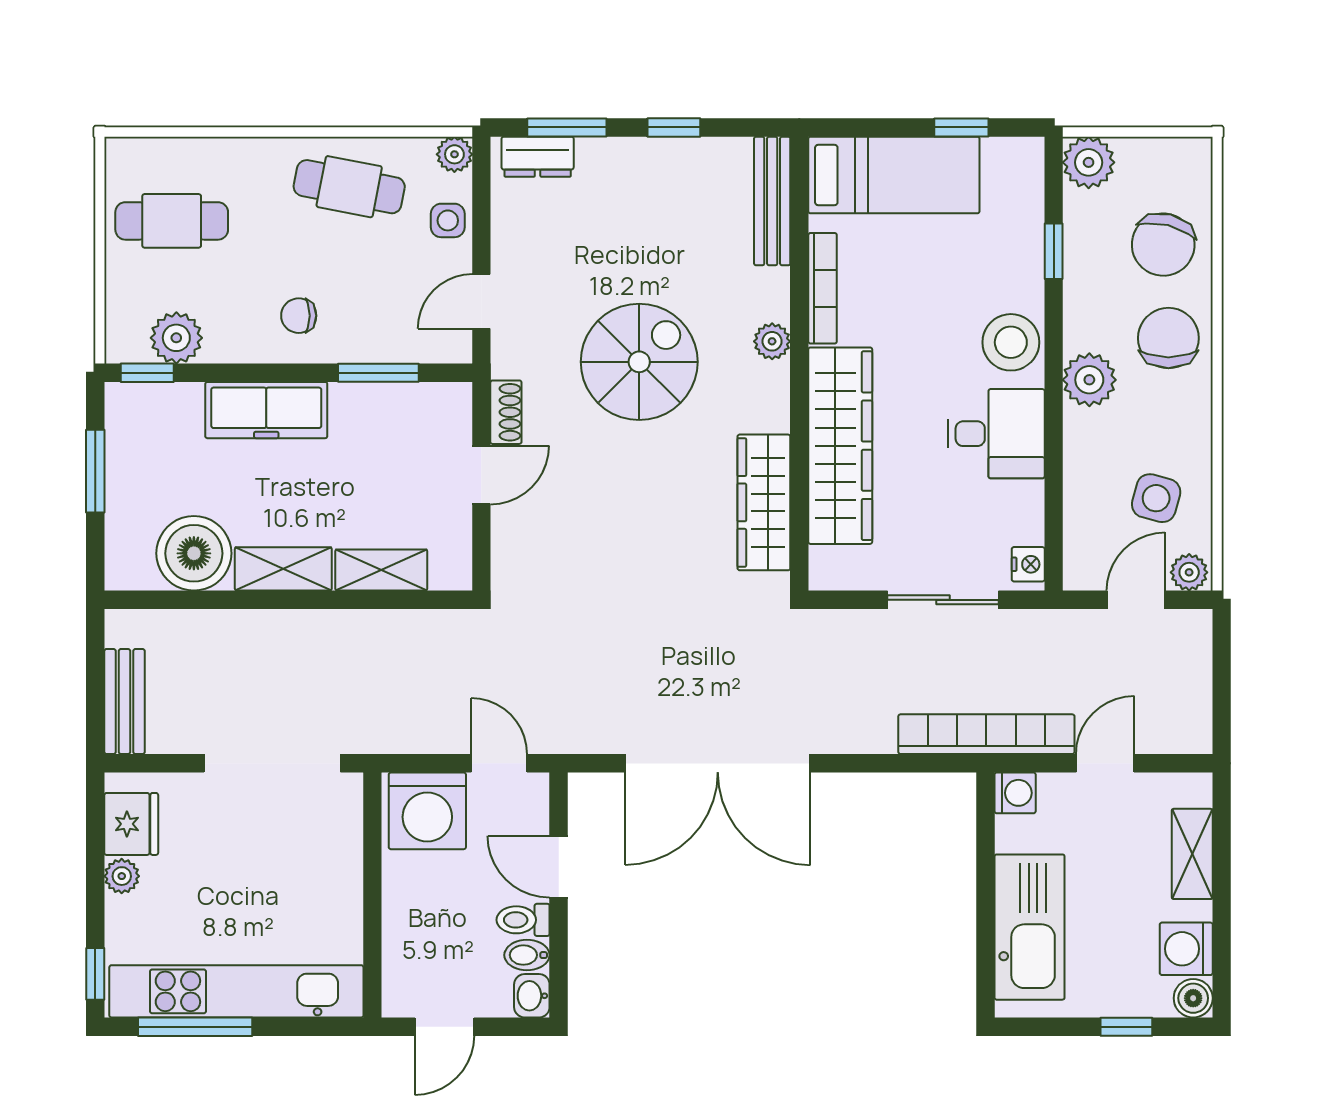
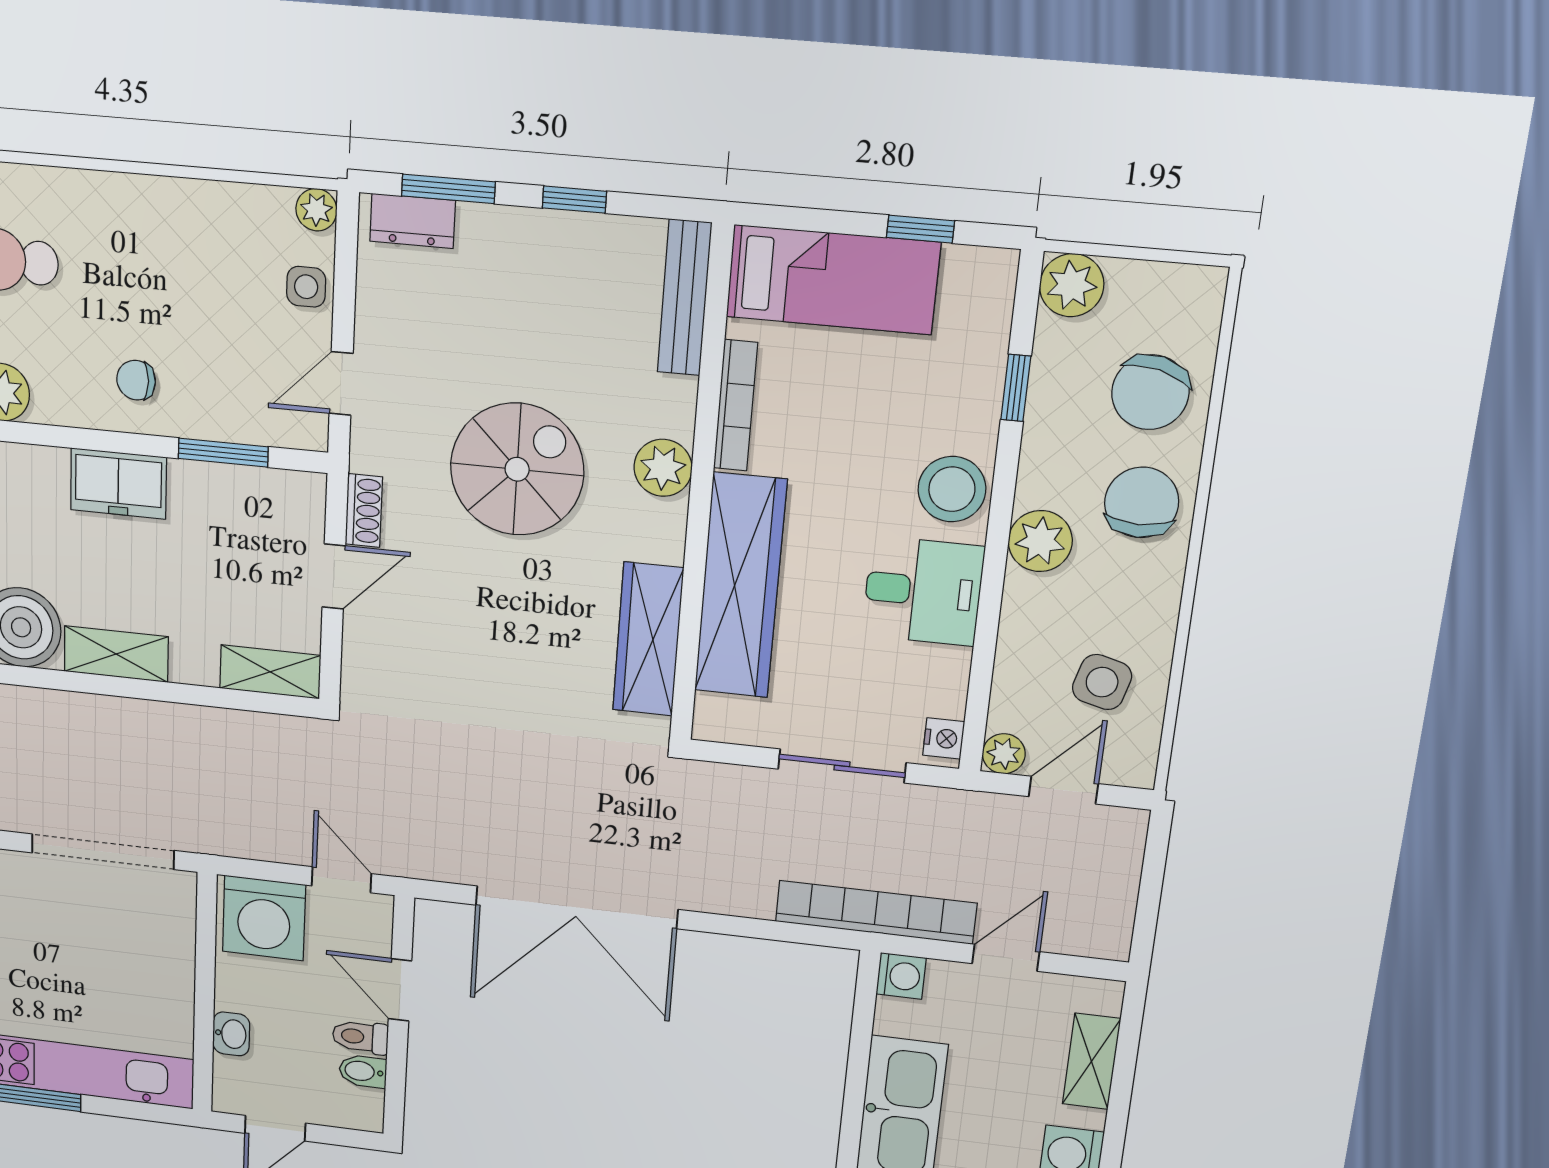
cafe table: (349, 187) -> (195, 237), removed
plant: (772, 341) -> (663, 468), width x1.38, depth x1.38
freezer: (266, 410) -> (118, 484), width x0.71
shelving: (381, 570) -> (270, 672), moved
plant: (1189, 572) -> (1004, 754), moved
washbasin: (532, 996) -> (231, 1034), moved, turned 180

